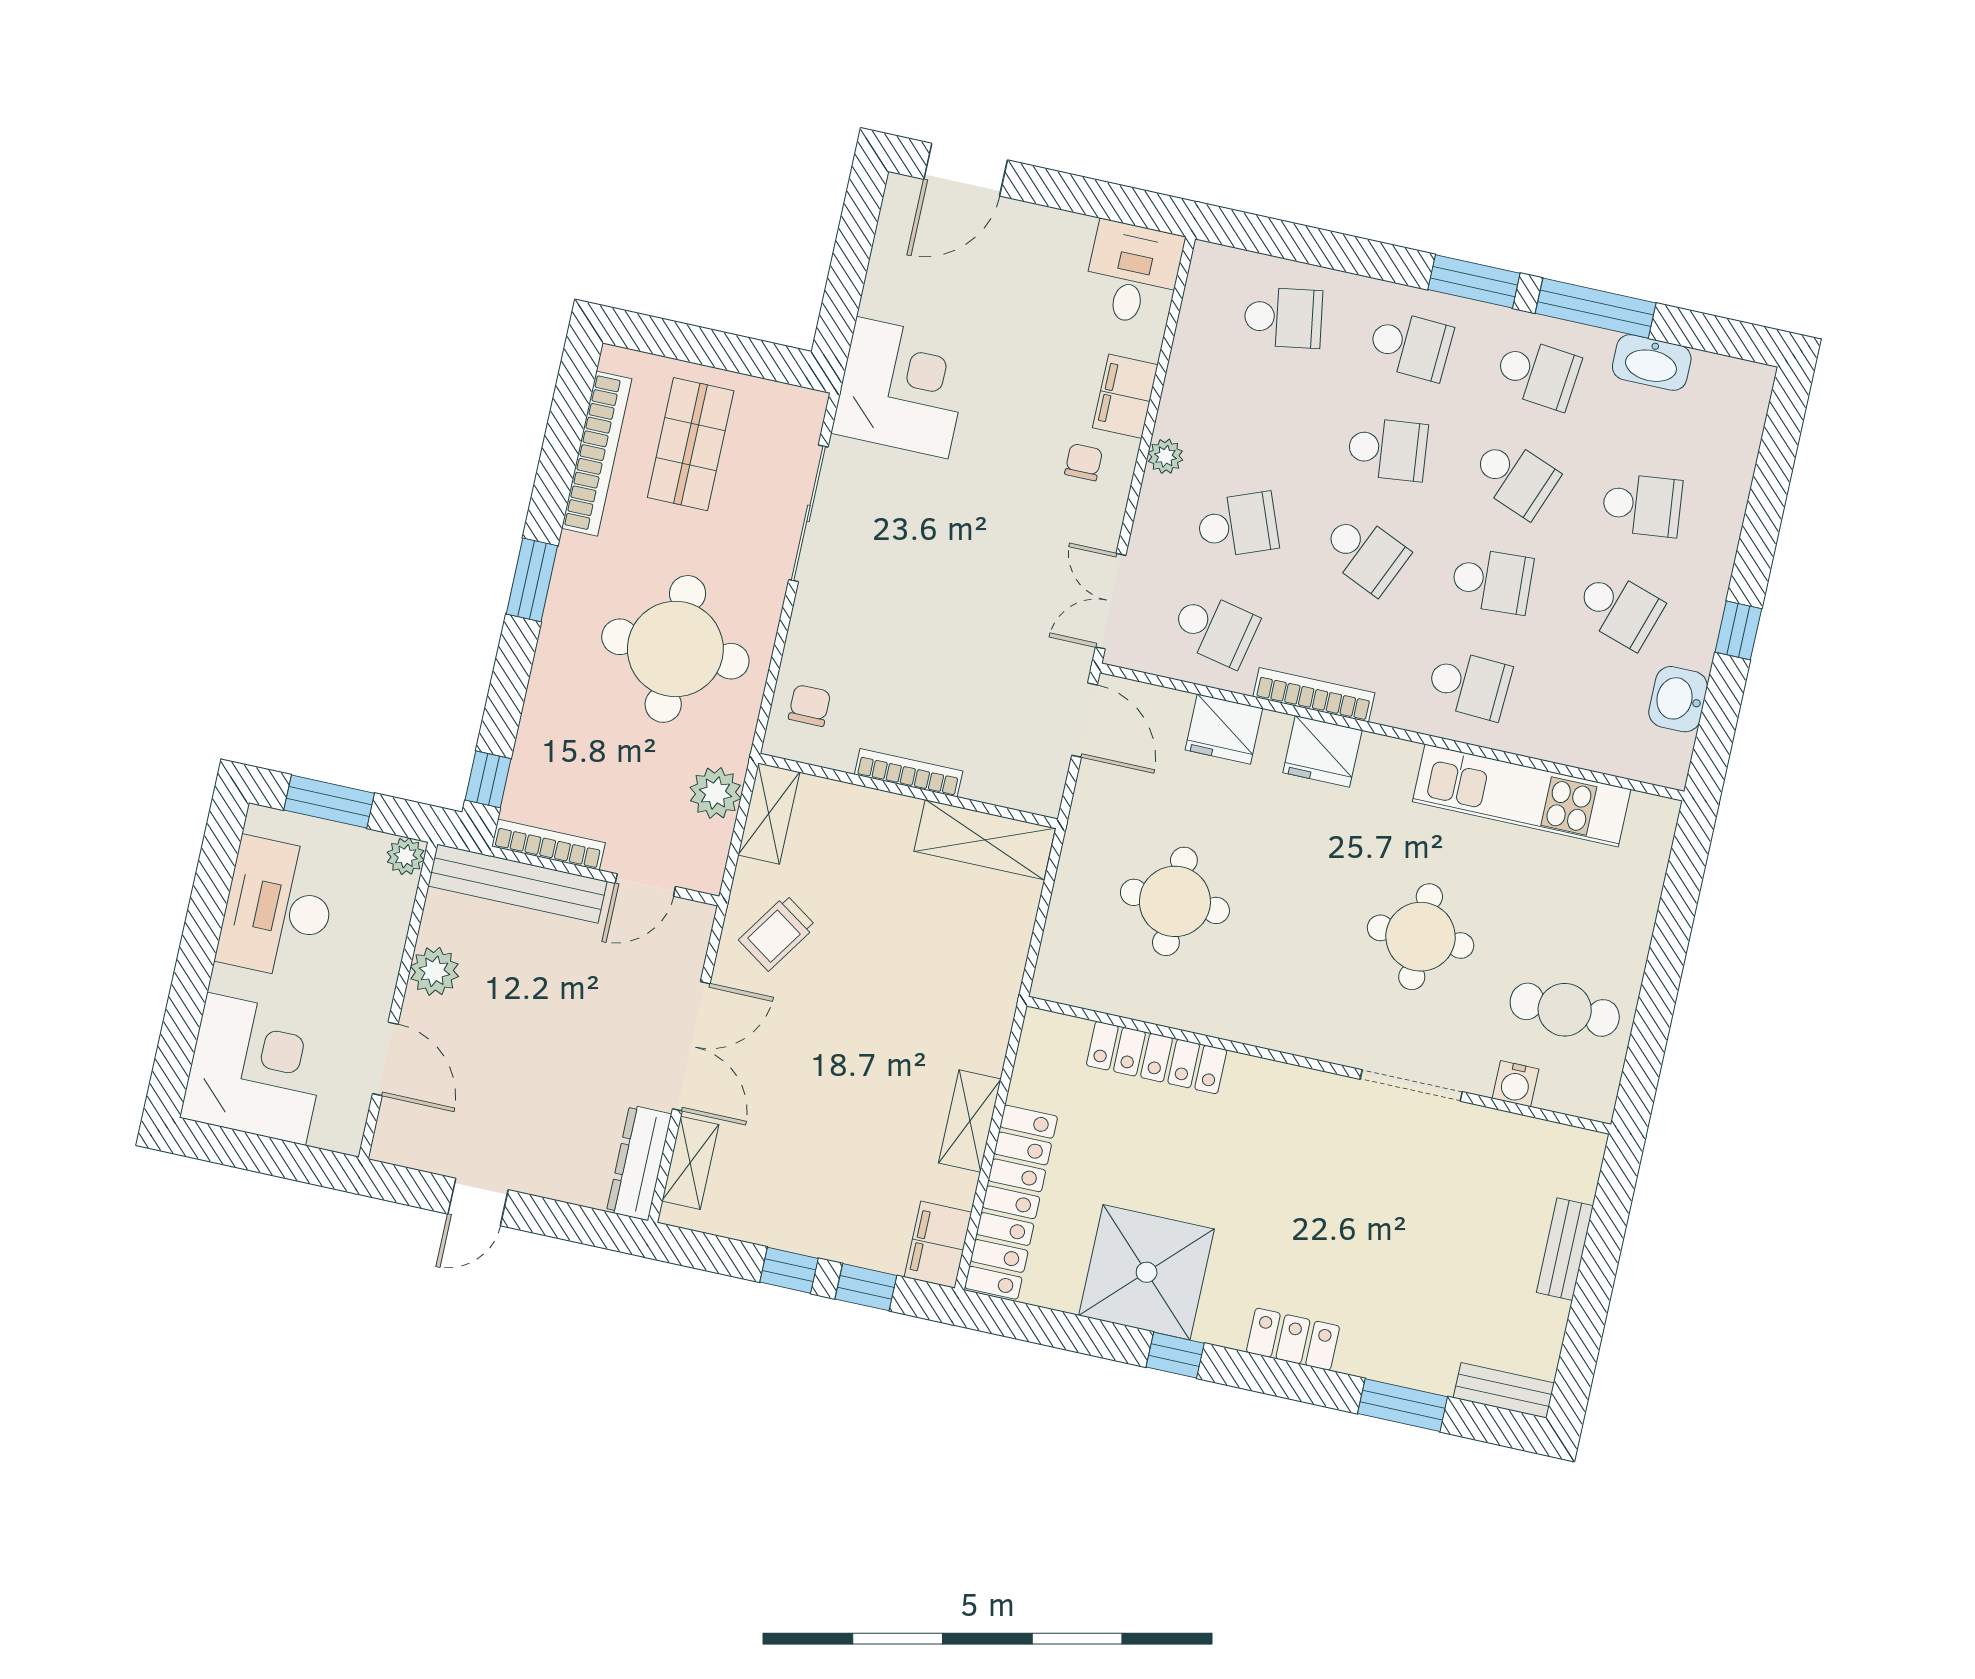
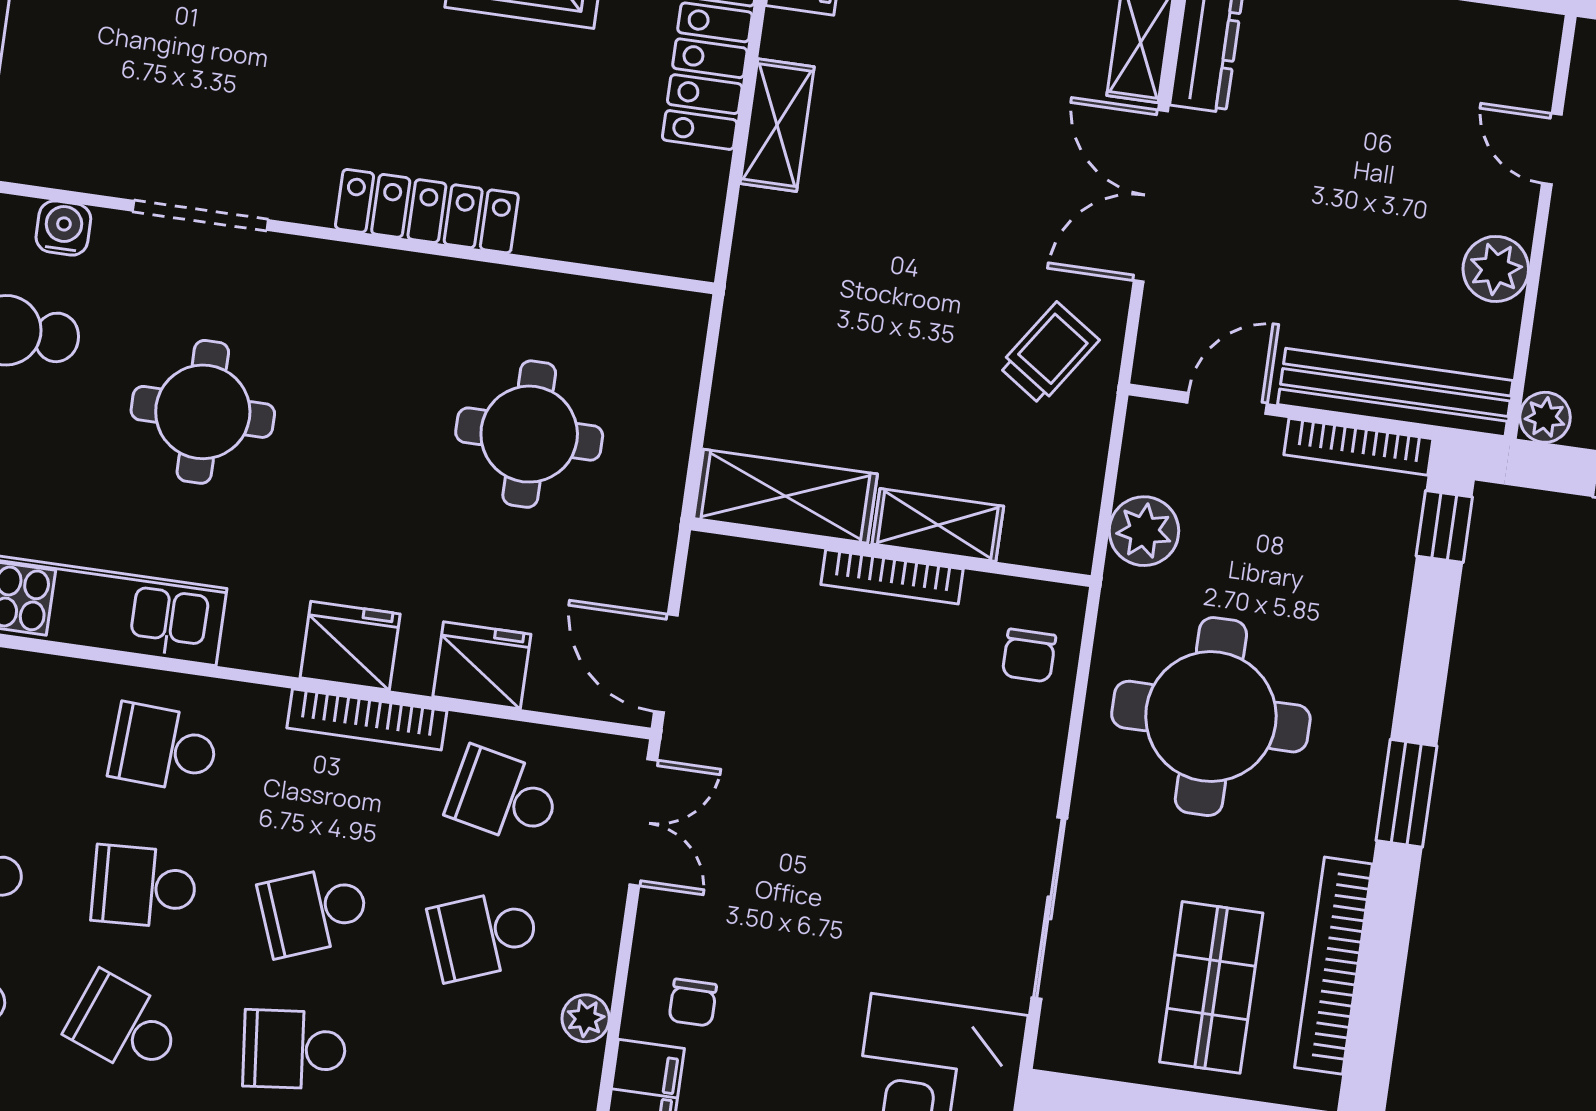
school desk: (1365, 553) -> (314, 911), turned -45
shelving: (769, 813) -> (938, 525), moved, turned 90
locker: (1157, 1058) -> (427, 211), moved
door: (385, 1059) -> (1552, 149), width x0.73

